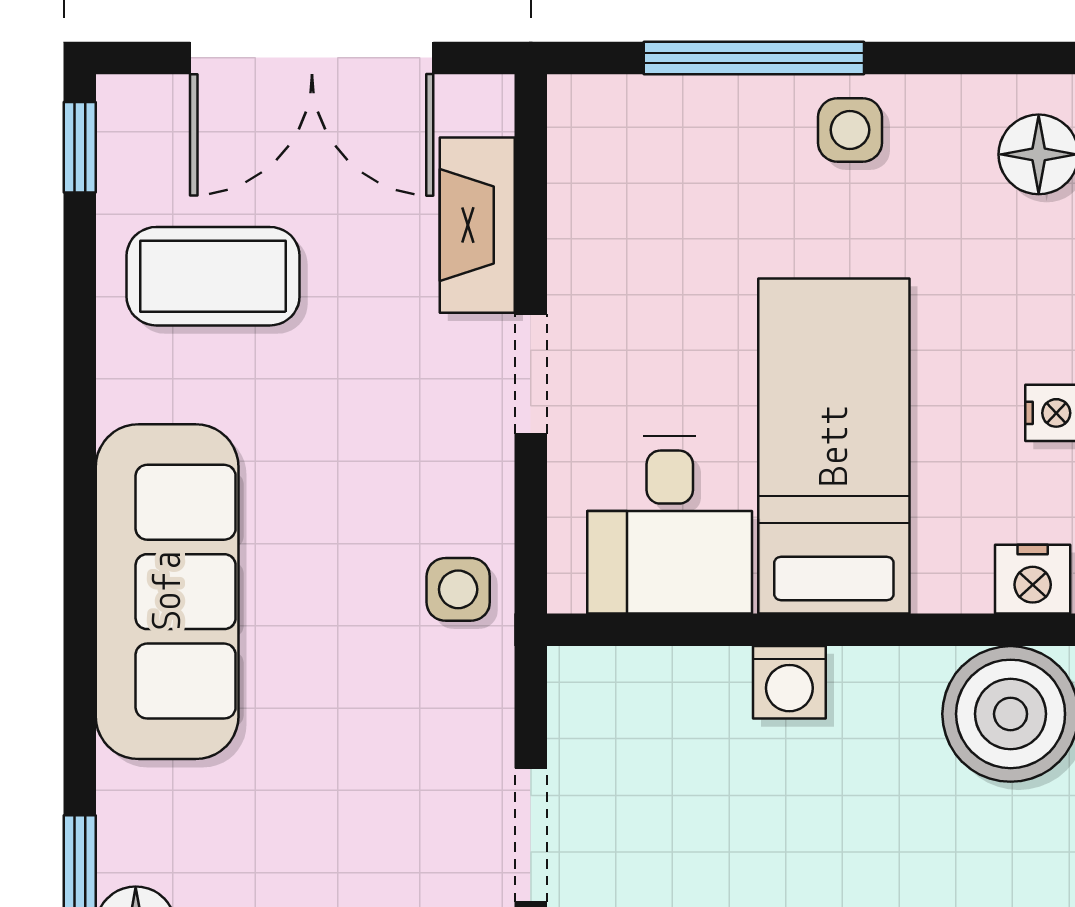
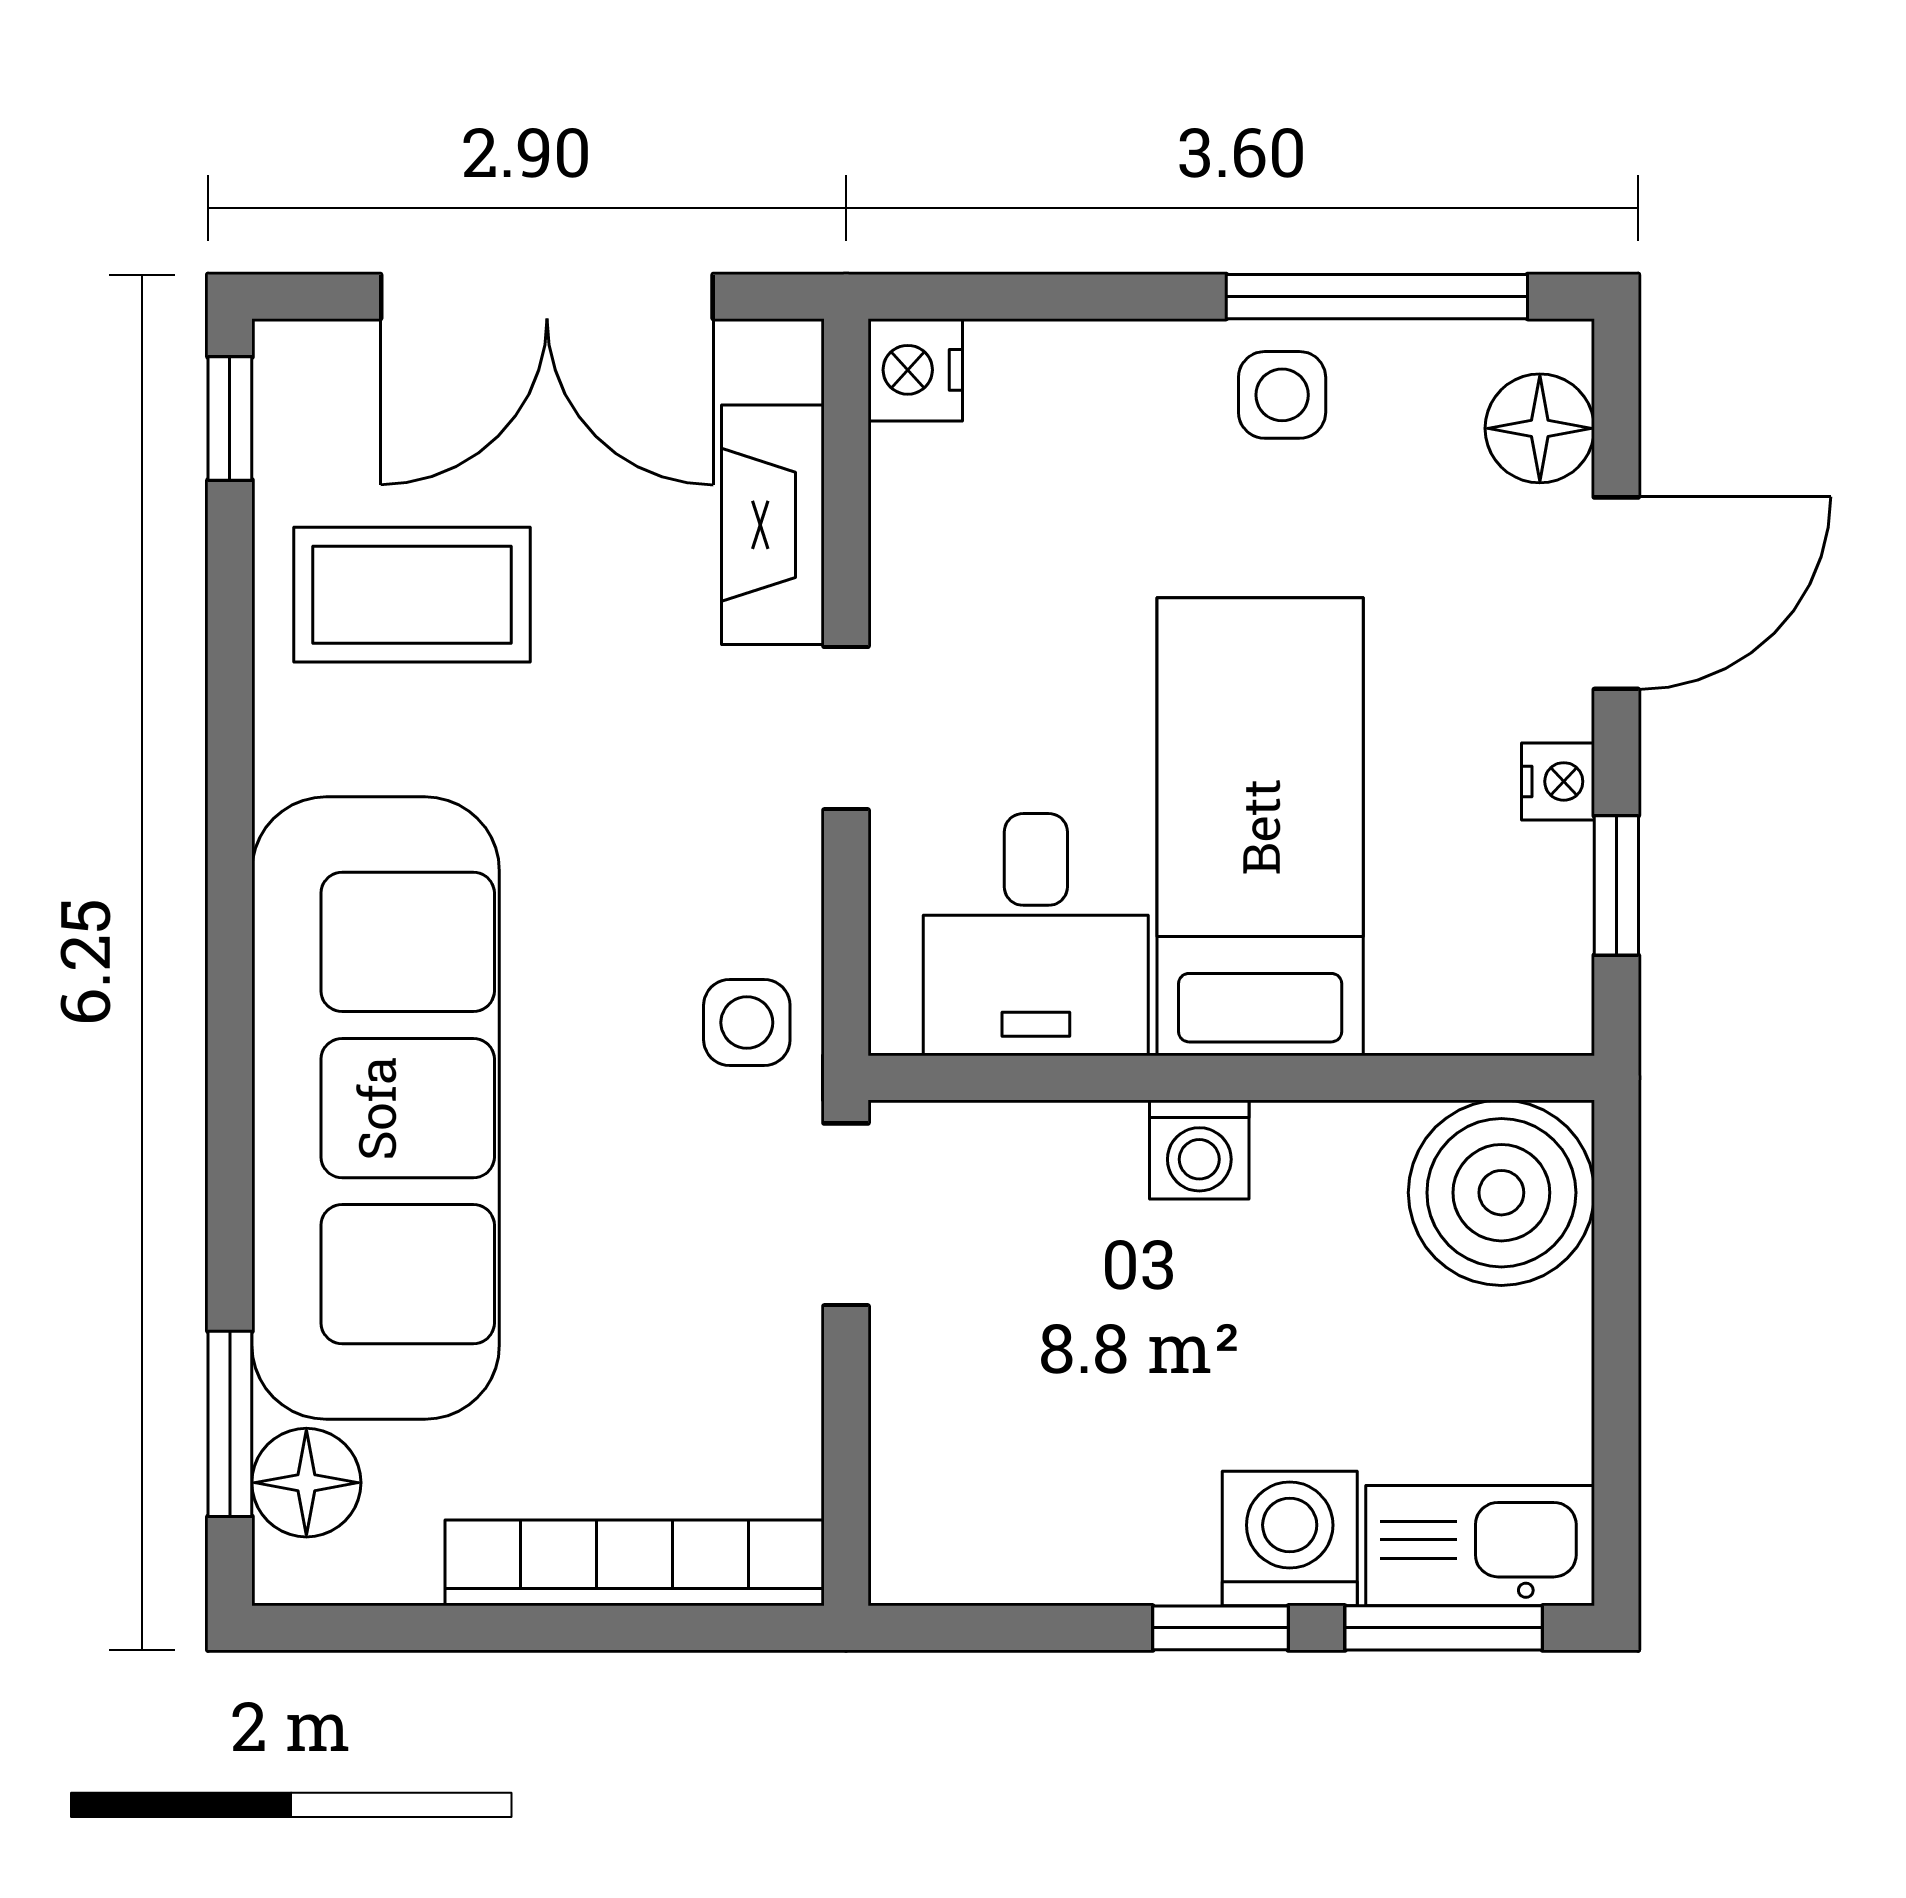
window: (754, 58) -> (1377, 297), moved
nightstand: (1033, 579) -> (915, 370), moved, turned 90
sofa: (167, 592) -> (376, 1108), width x1.36, depth x1.27
doorway: (531, 835) -> (846, 1214), moved

